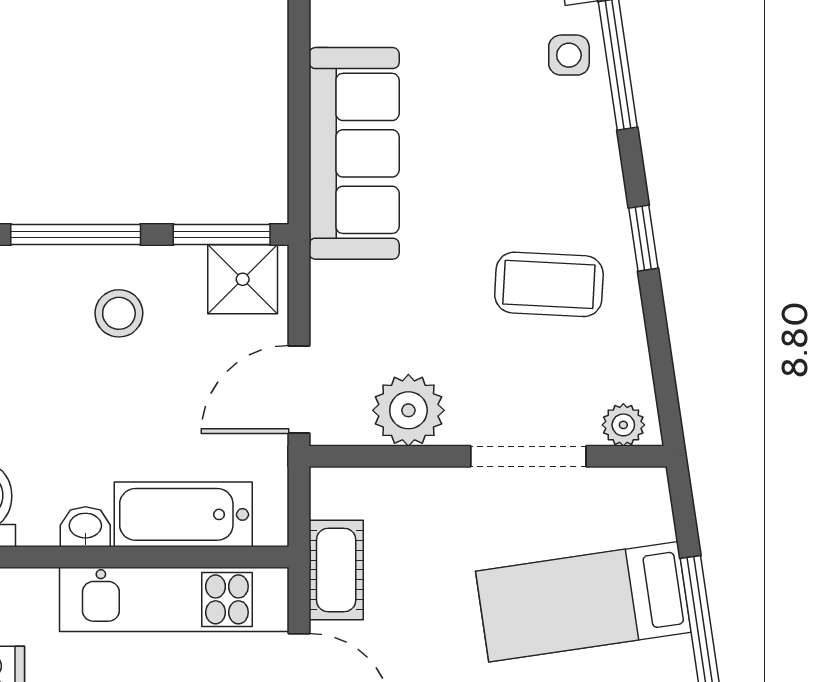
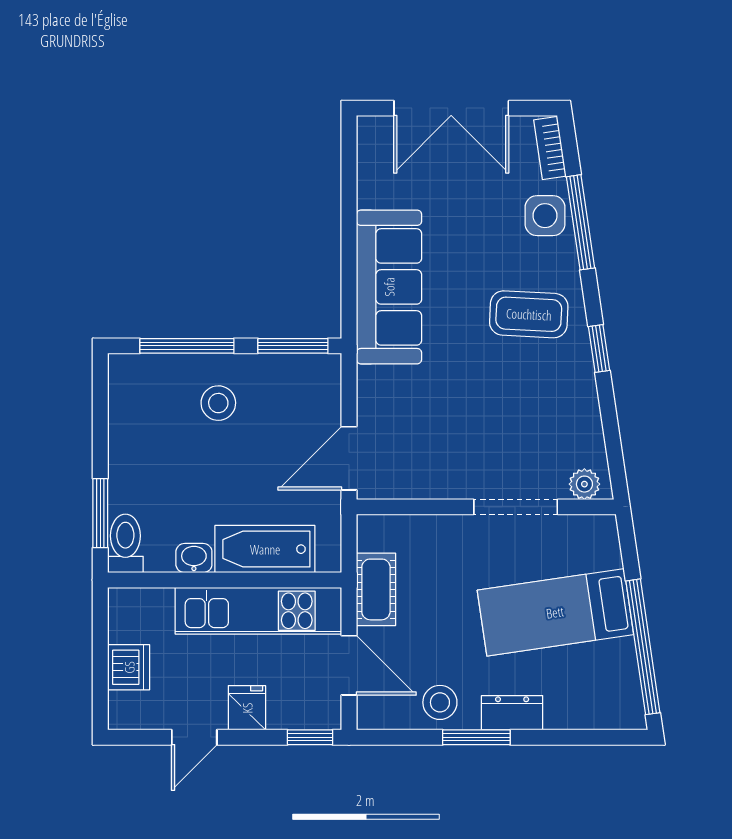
side table: (569, 55) -> (545, 216), width x1.37, depth x1.37
shower: (243, 279) -> (308, 378), removed
coffee table: (549, 284) -> (529, 314), moved
plant: (408, 410) -> (428, 473), removed

